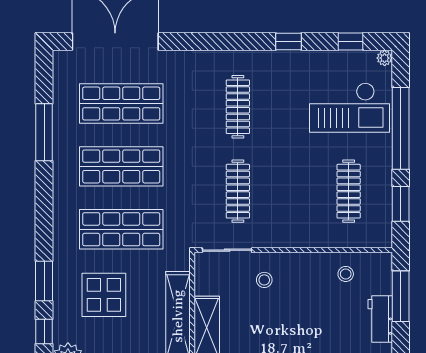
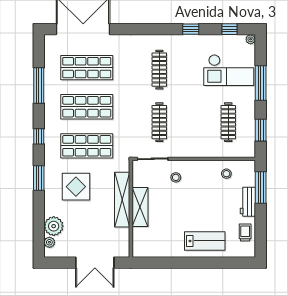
window: (401, 128) -> (261, 83), width x0.68
window: (44, 332) -> (39, 136), moved

